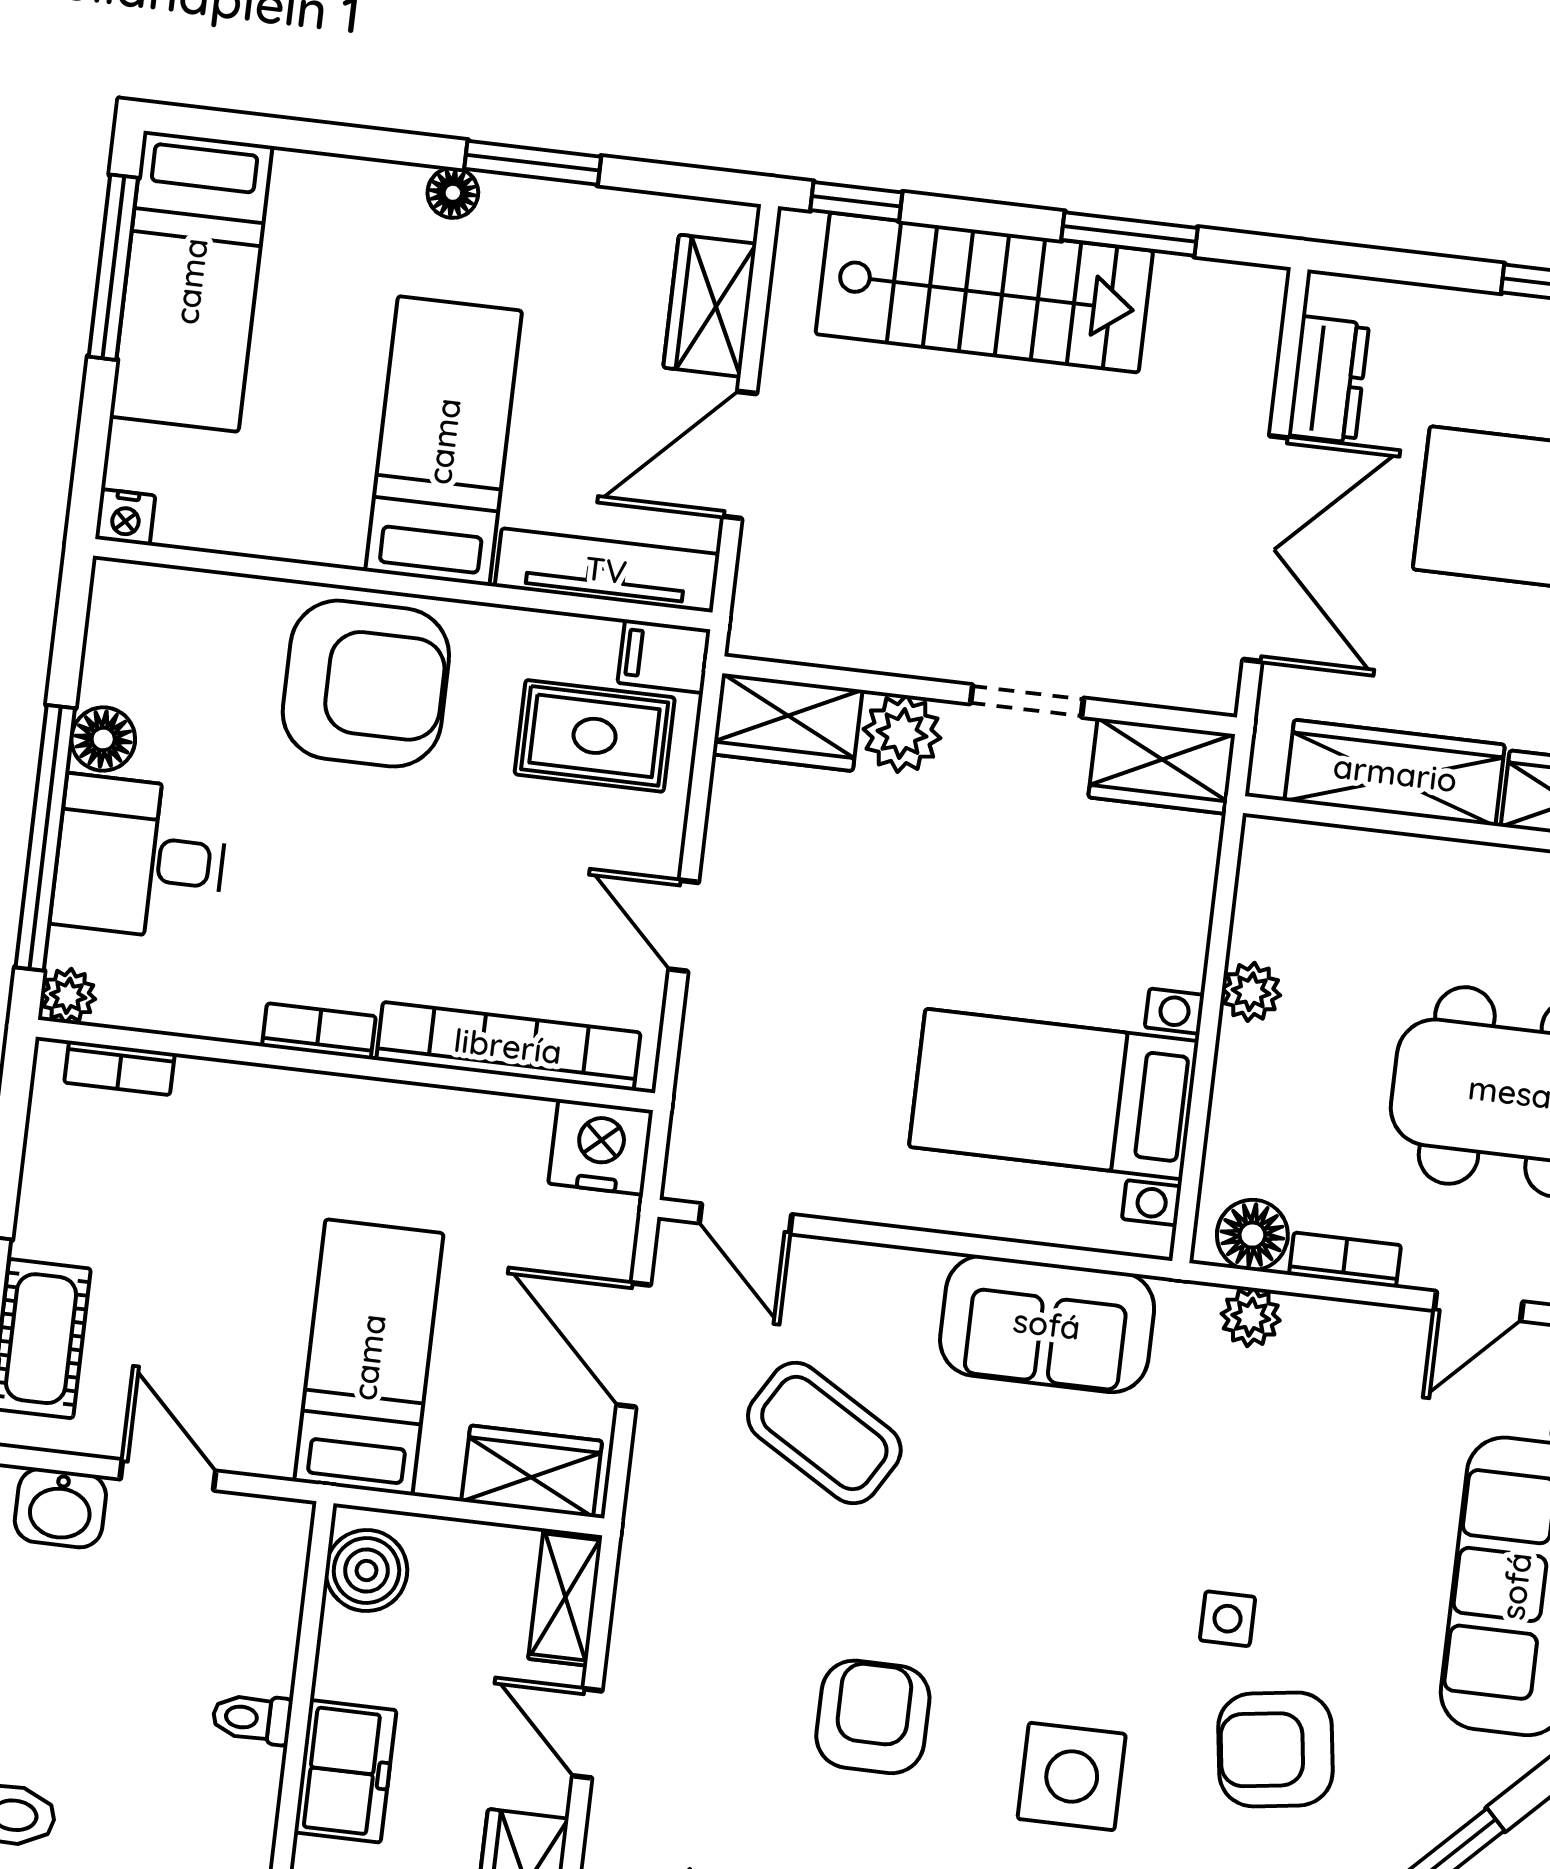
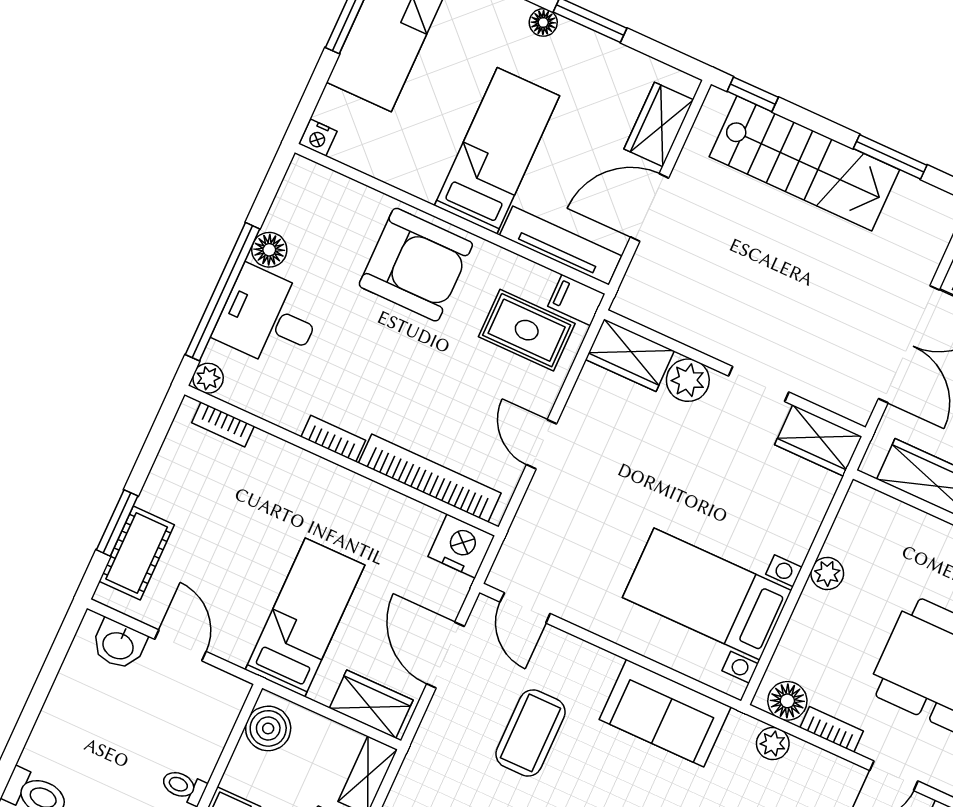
coffee table: (824, 1433) -> (531, 733), turned 59

